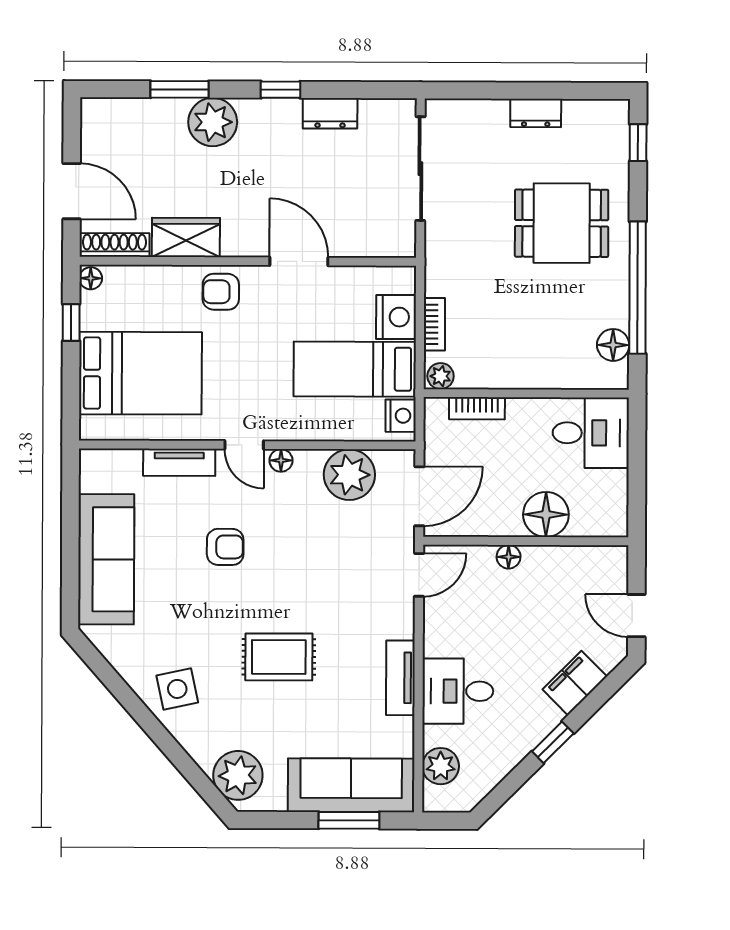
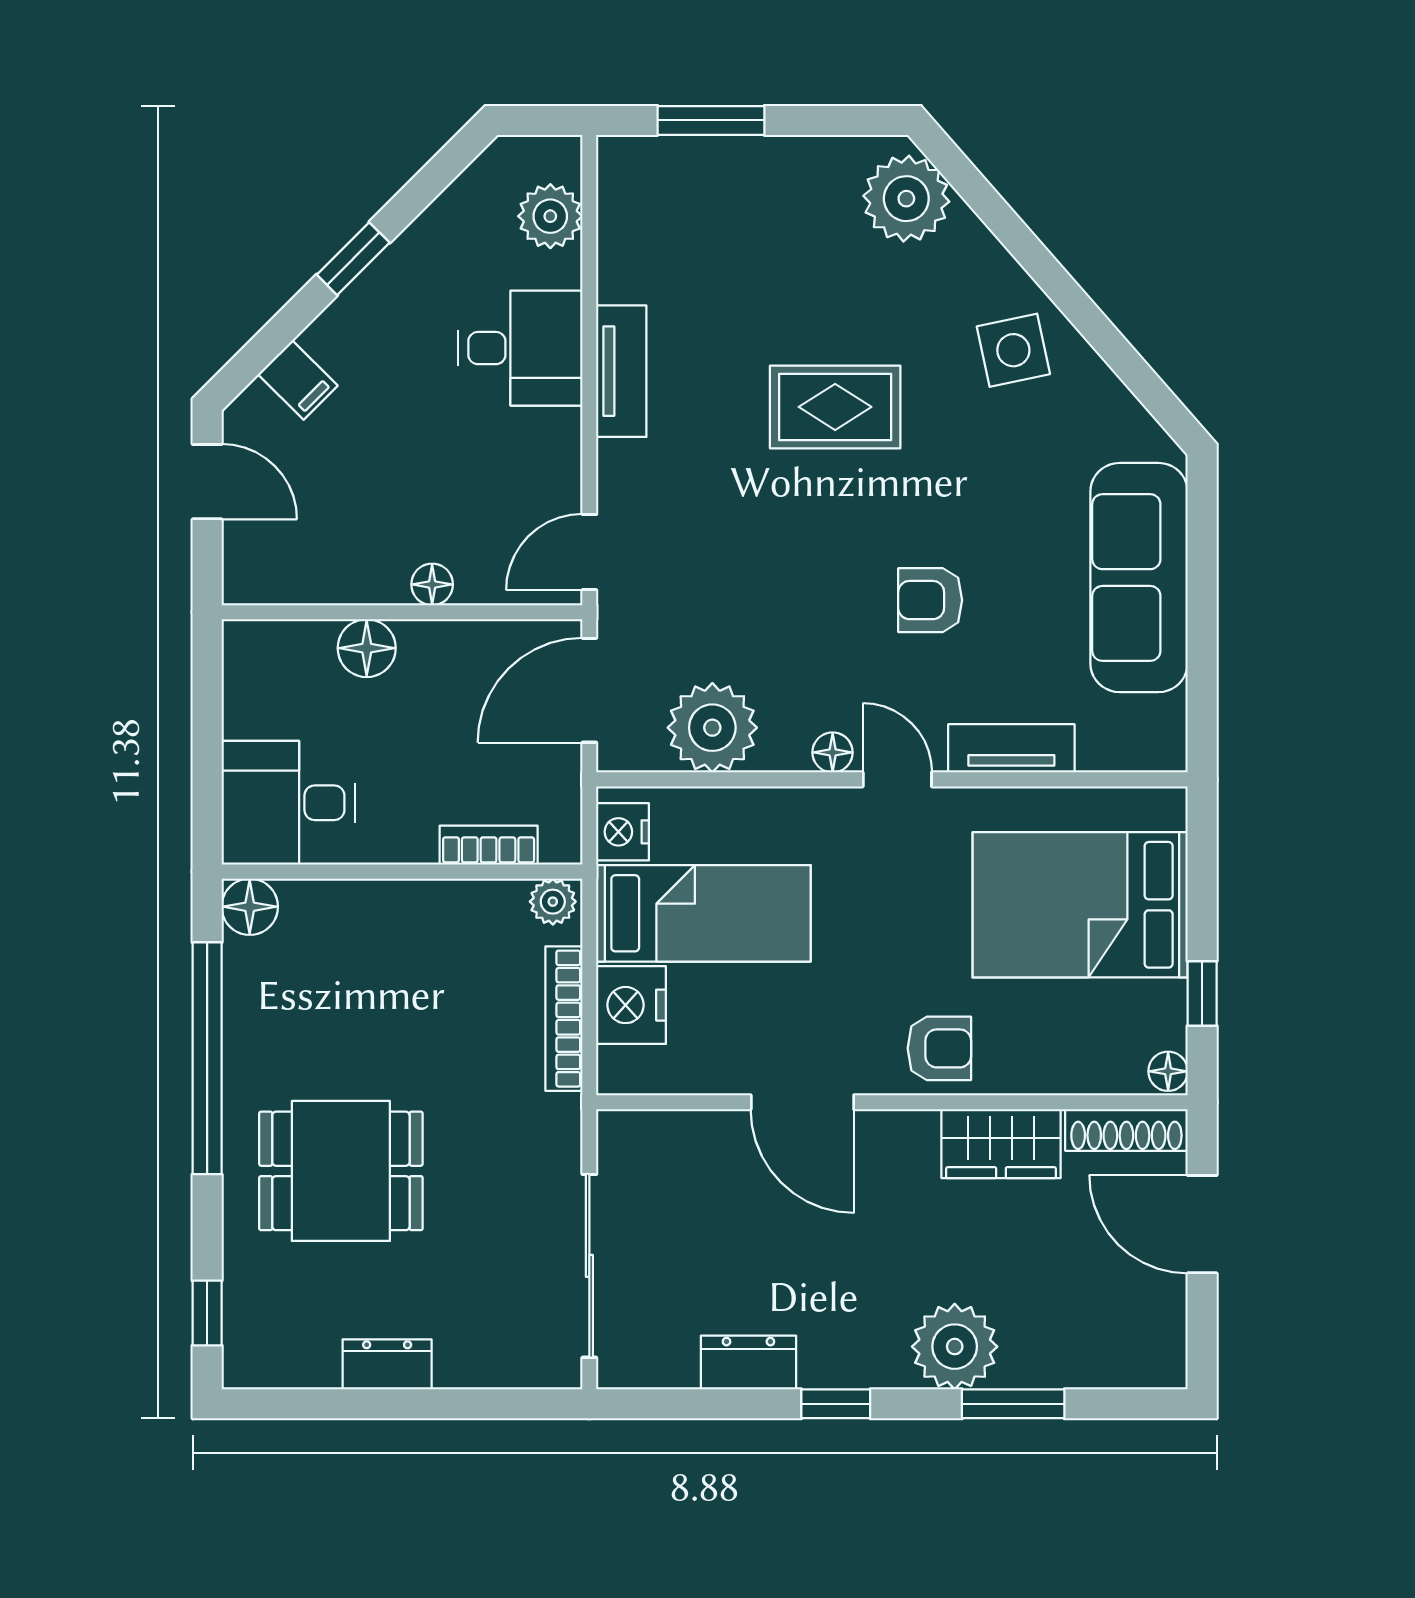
bookcase: (434, 324) -> (564, 1019), width x1.56
floor lamp: (613, 345) -> (250, 907), moved
floor lamp: (546, 514) -> (367, 648), width x0.73, depth x0.73
filing cabinet: (575, 683) -> (298, 380), width x0.50
sofa: (351, 785) -> (707, 182), removed

